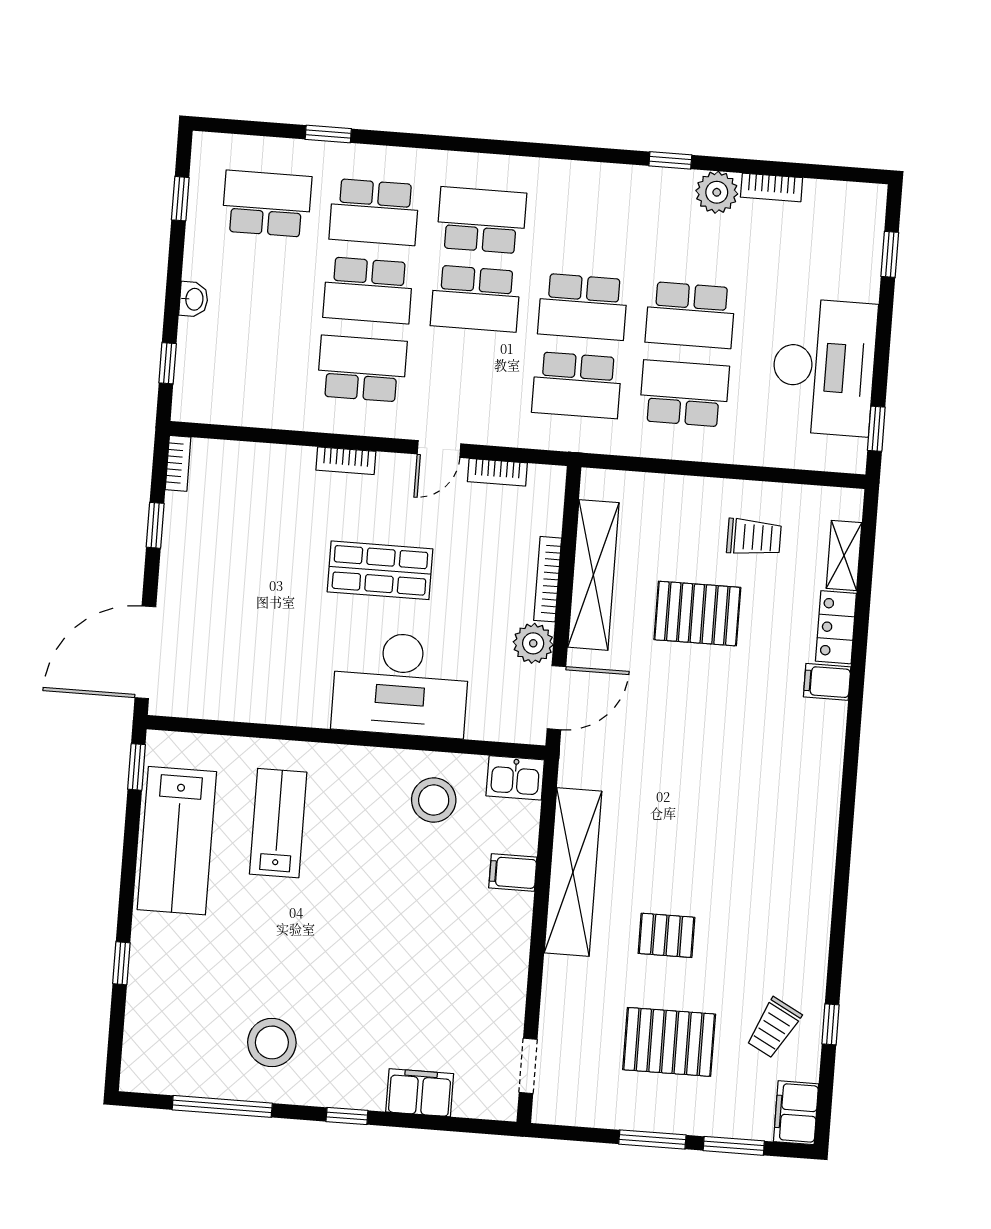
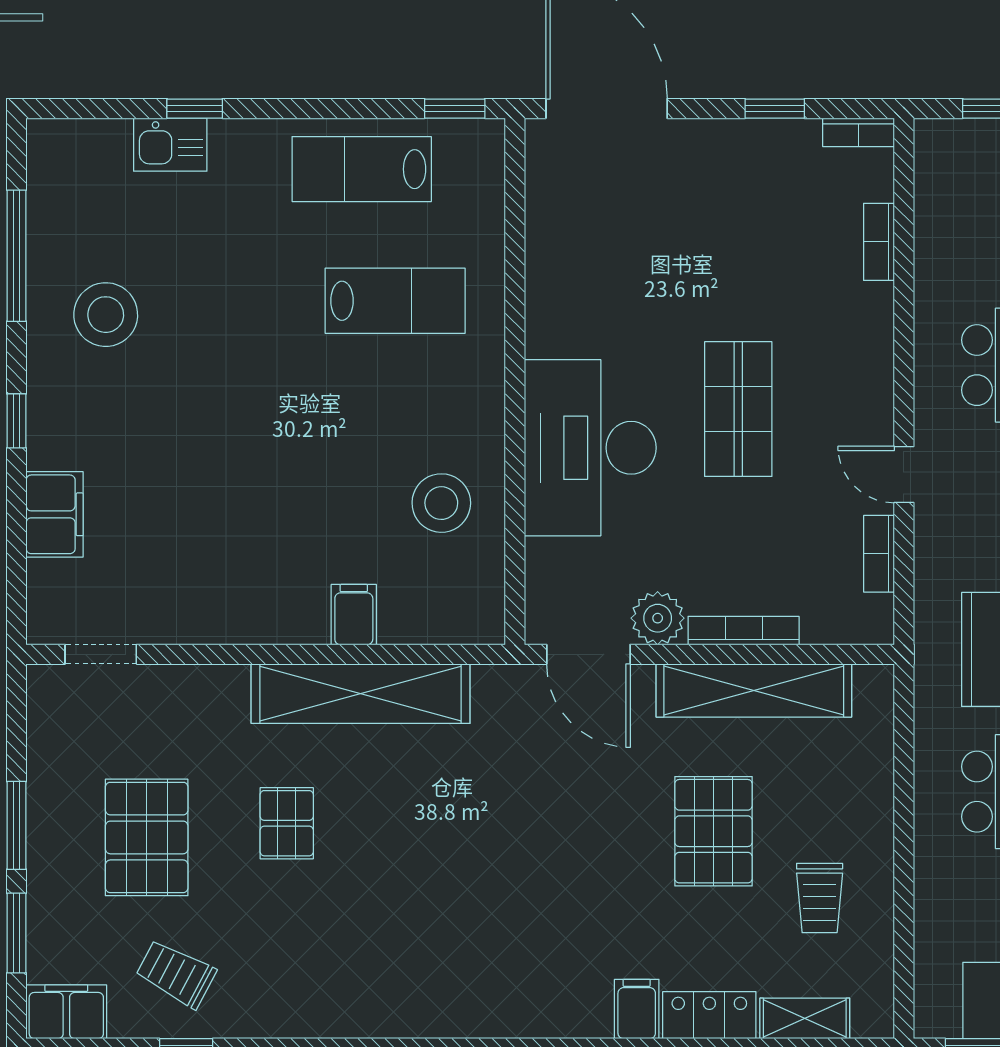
bookcase: (346, 461) -> (879, 242), moved
kitchen sink: (515, 778) -> (170, 145), moved, turned -90
lab bench: (177, 841) -> (362, 169), width x0.73, depth x0.72

